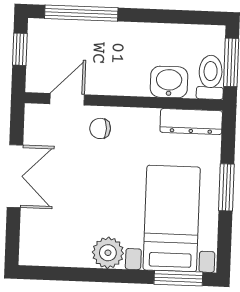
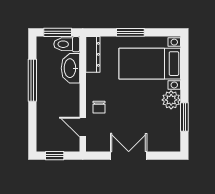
window: (81, 13) -> (32, 80), moved
washbasin: (169, 82) -> (70, 68), width x1.38
window: (178, 278) -> (184, 117), moved

